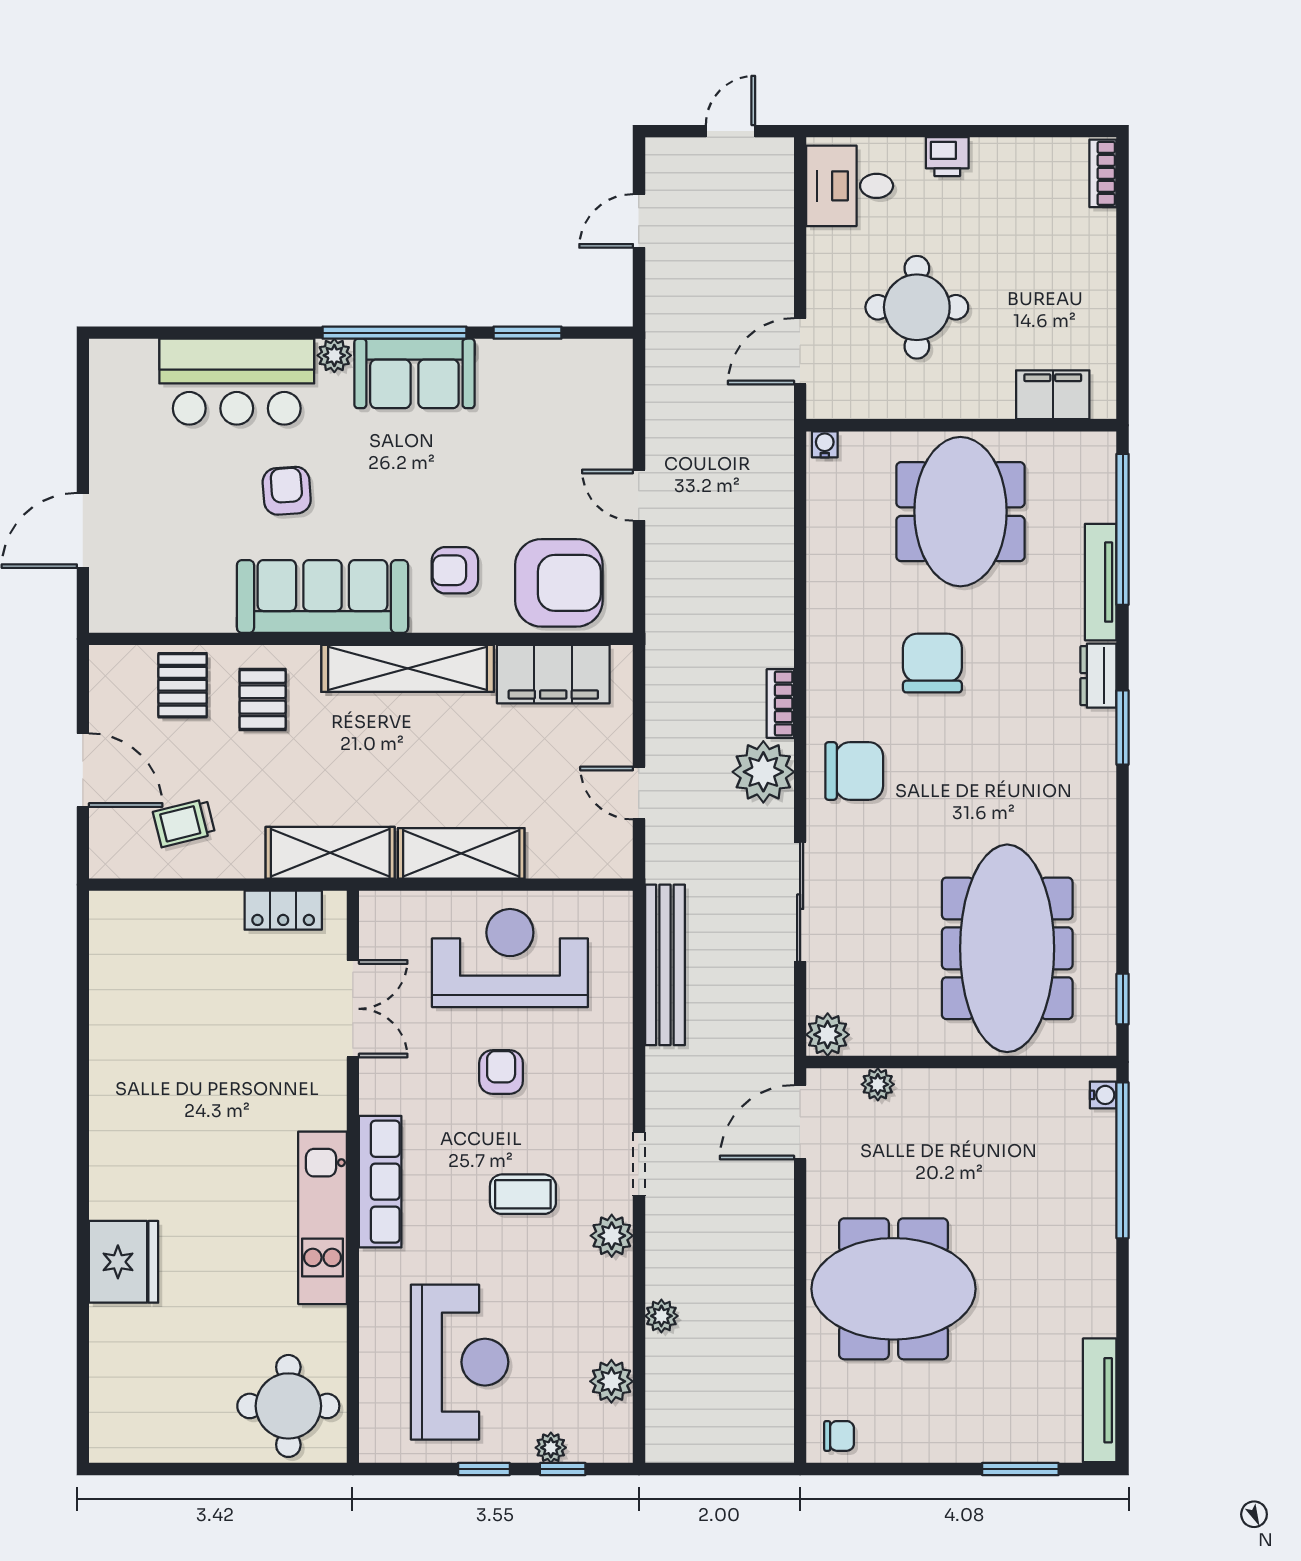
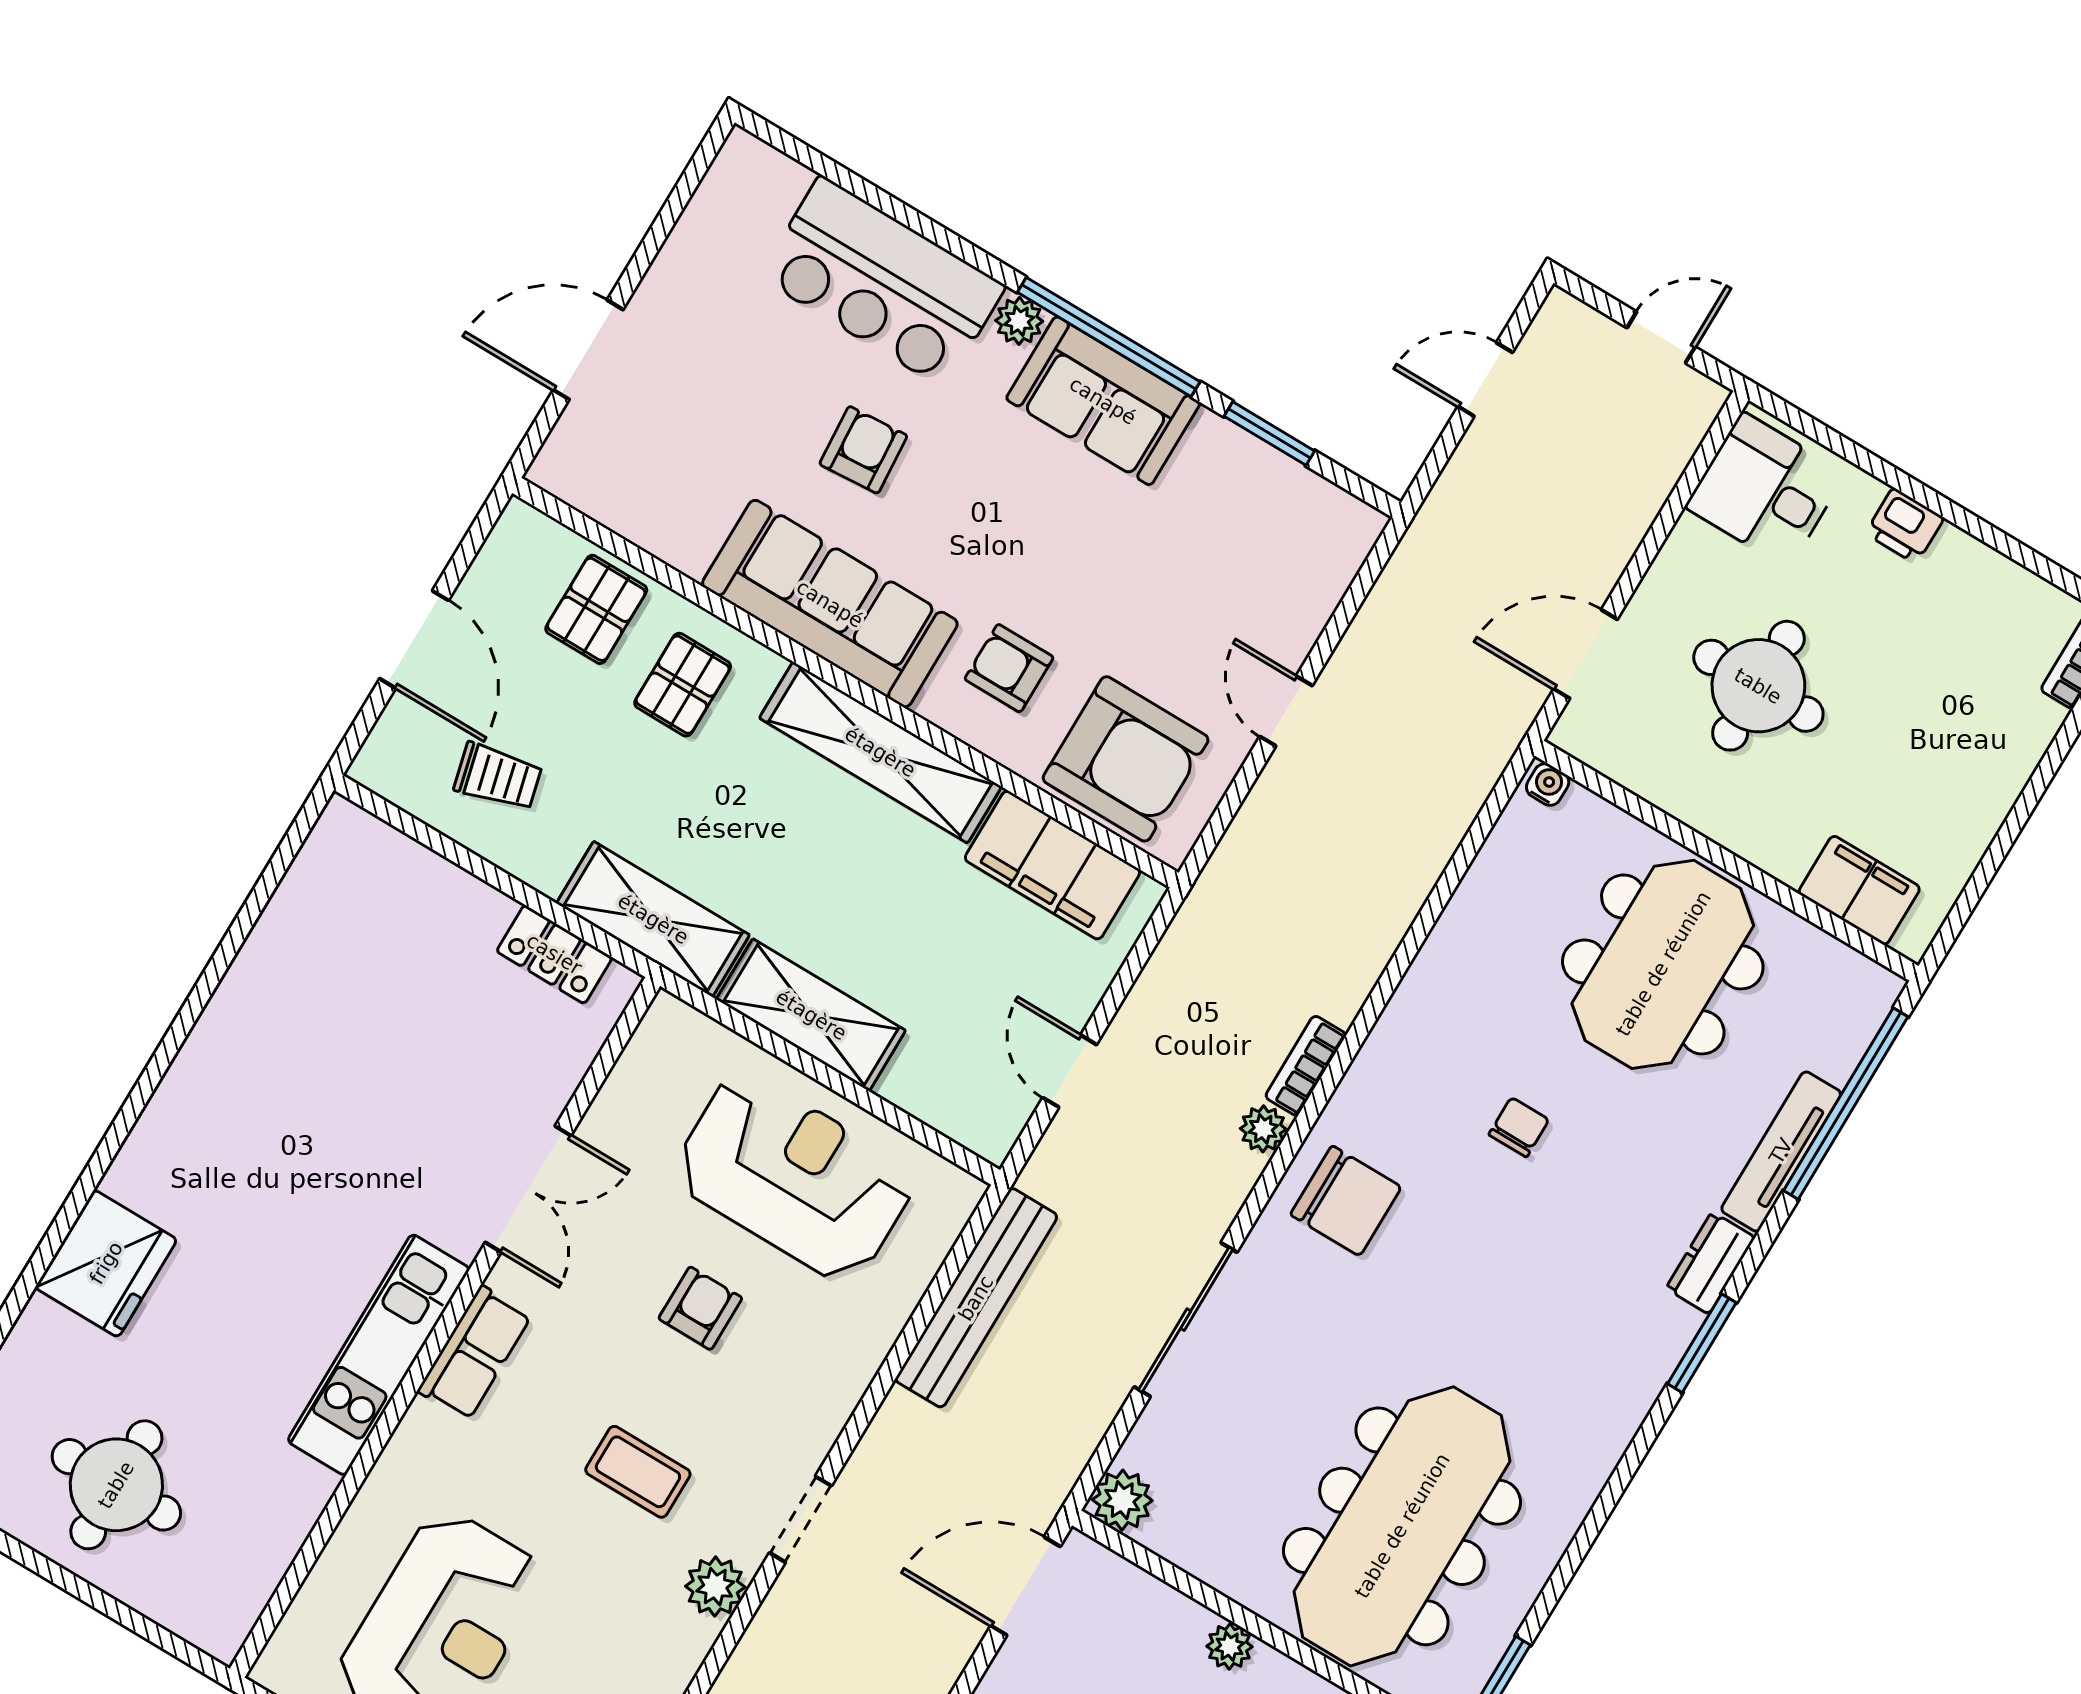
chair: (932, 663) -> (1519, 1127), width x0.54, depth x0.54
plant: (763, 772) -> (1263, 1129), width x0.53, depth x0.53
trolley: (184, 823) -> (498, 777), turned 180
double door: (353, 1009) -> (528, 1189), moved
plant: (878, 1084) -> (1230, 1646), moved
row of seats: (380, 1182) -> (474, 1353), width x0.68
round table: (288, 1406) -> (116, 1485), moved

